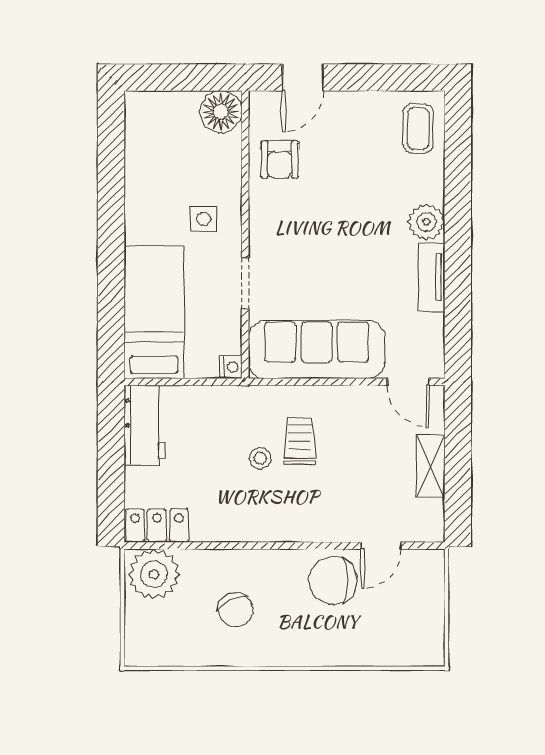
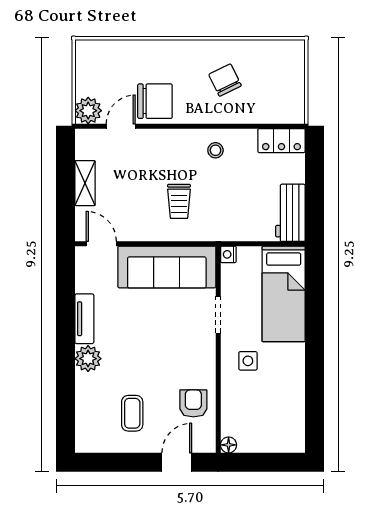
floor lamp: (221, 112) -> (229, 445), width x0.53, depth x0.53
coffee table: (418, 128) -> (132, 413), moved
stool: (260, 458) -> (215, 150), moved
plant: (154, 574) -> (88, 111), moved, width x0.73, depth x0.73

